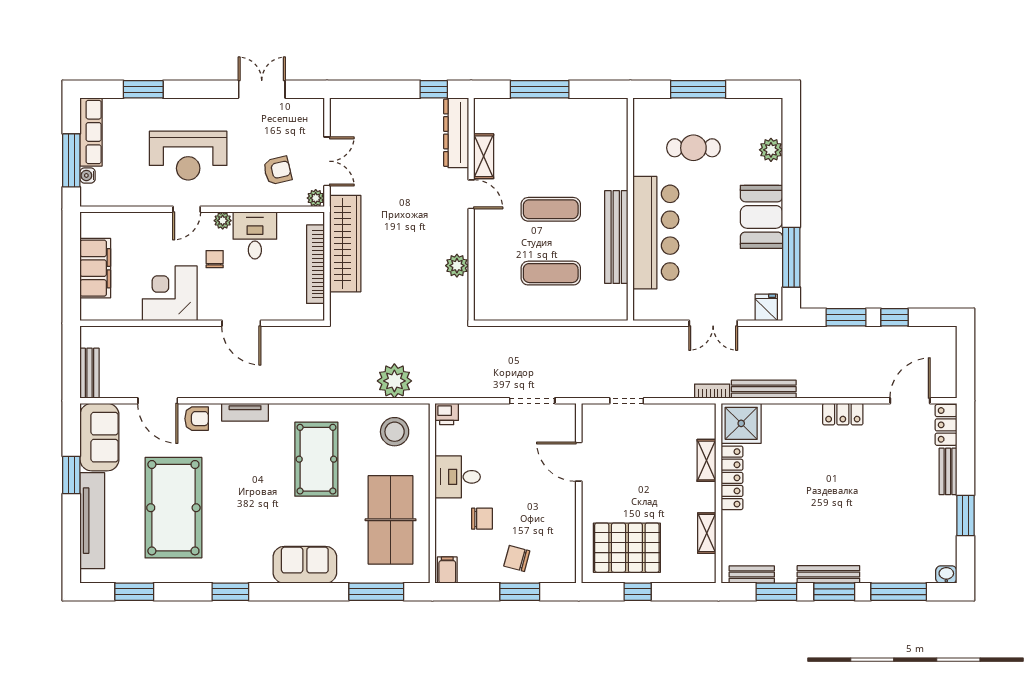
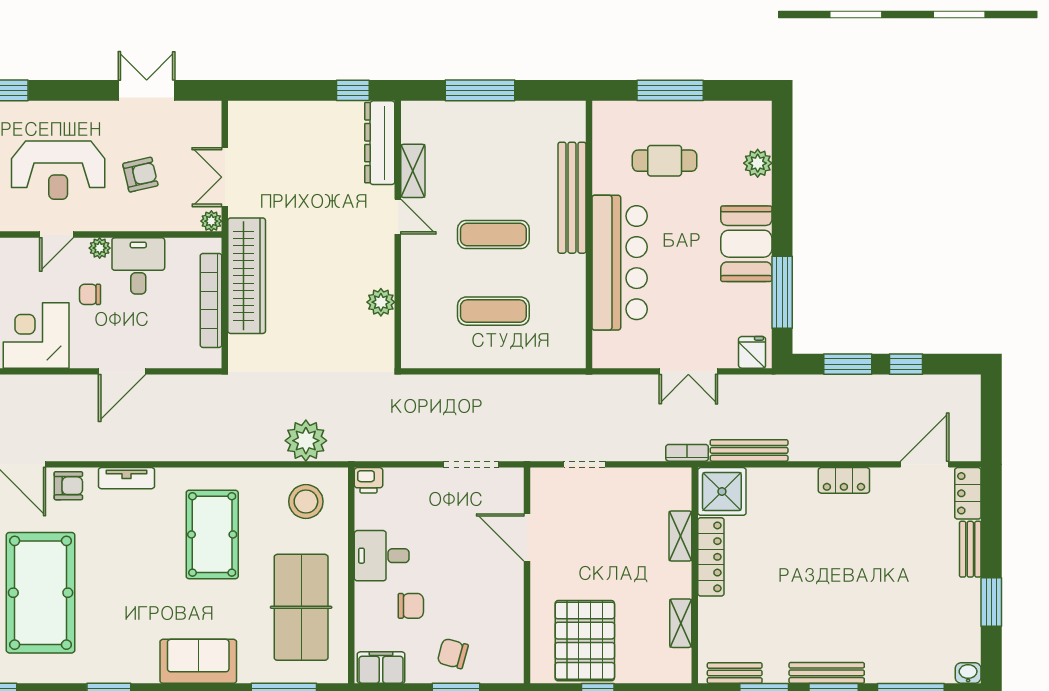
double door: (327, 161) -> (225, 177), swing flipped
armchair: (277, 170) -> (140, 175), moved
bench: (616, 237) -> (572, 198), moved
chair: (215, 259) -> (90, 294), turned -90
door: (241, 323) -> (122, 371), hinge flipped
pallet: (627, 548) -> (585, 641), turned 90
filing cabinet: (447, 570) -> (381, 668), width x2.00

